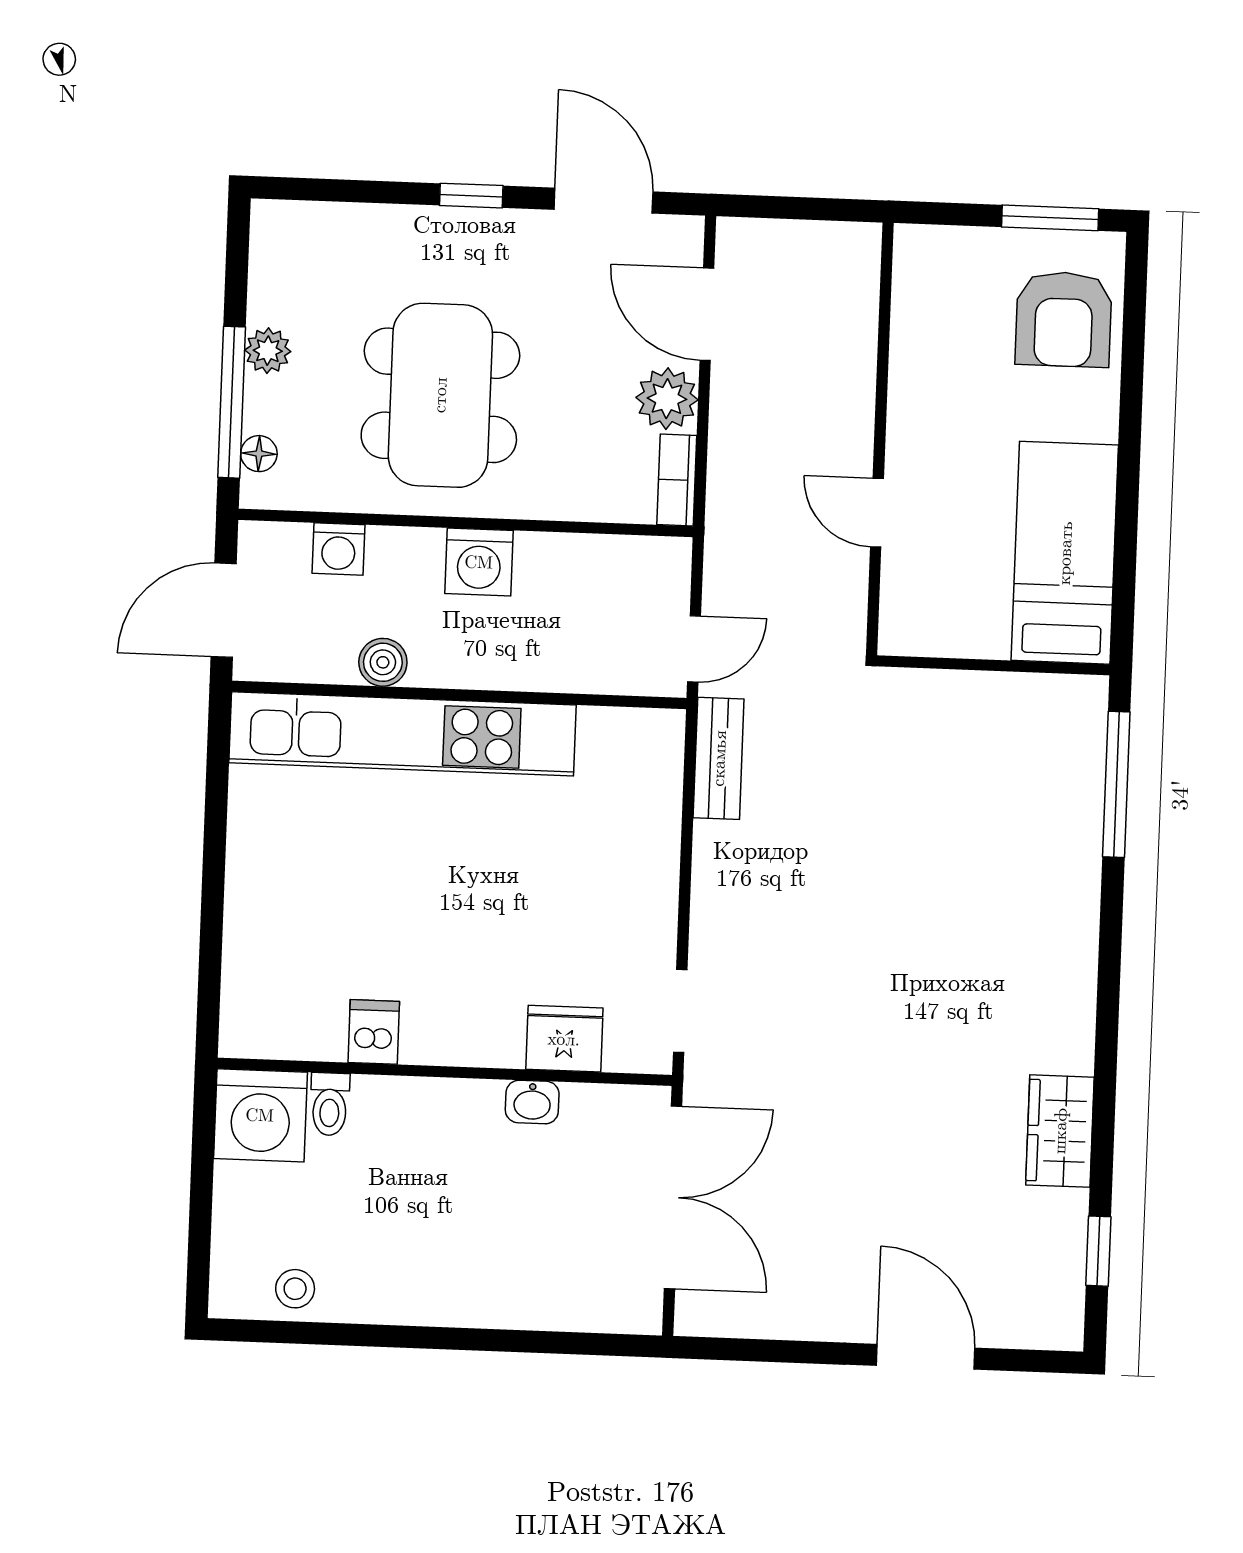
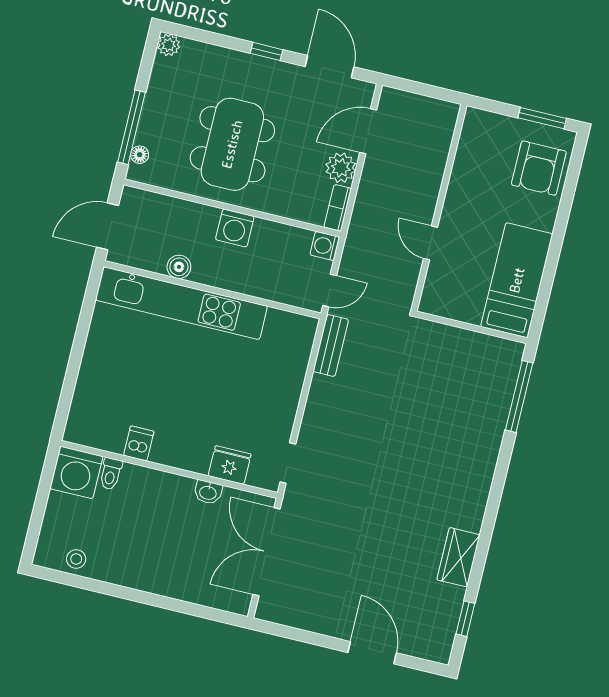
door: (707, 314) -> (368, 131), hinge flipped
plant: (268, 351) -> (169, 45), moved
washing machine: (338, 549) -> (325, 246), moved, turned 90
double door: (673, 1197) -> (266, 552), swing flipped

